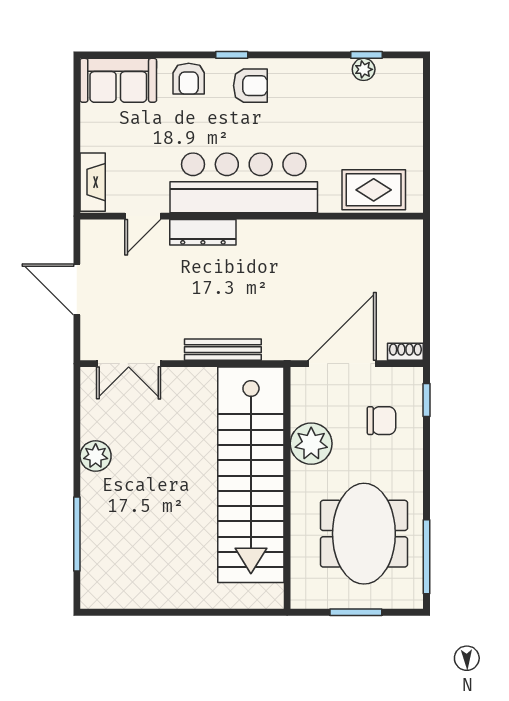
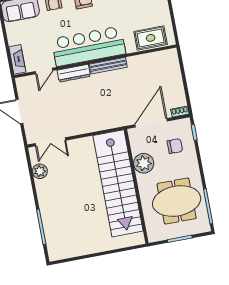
bench: (223, 350) -> (108, 66), moved
plant: (96, 456) -> (40, 171), moved
meeting table: (364, 534) -> (177, 201), turned 90

